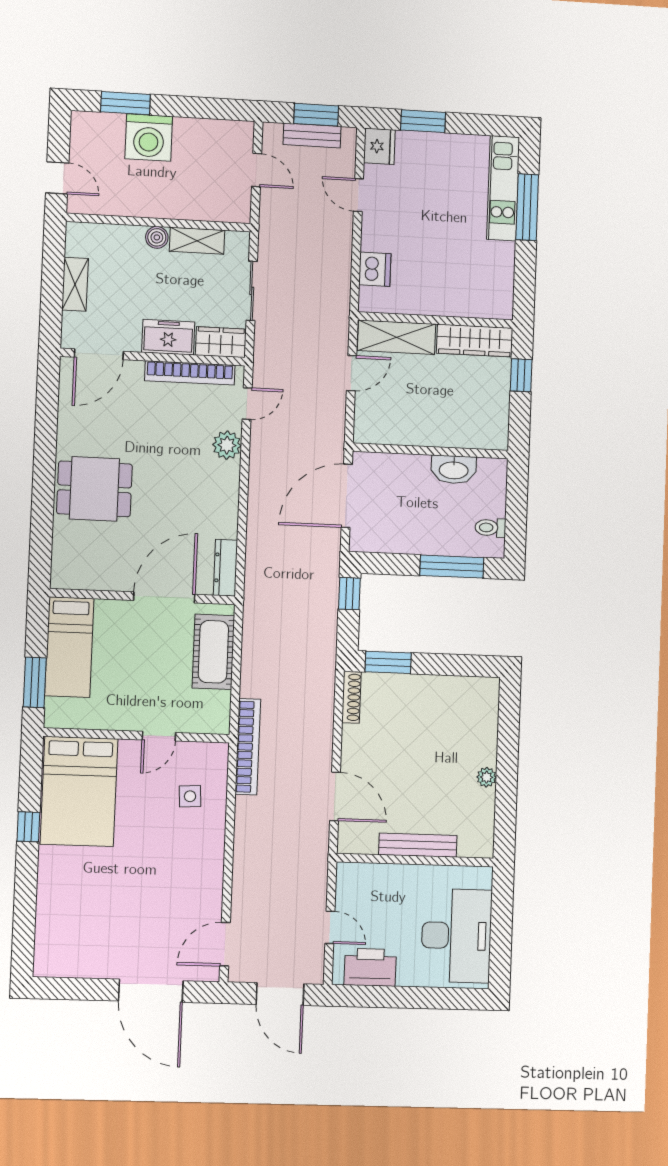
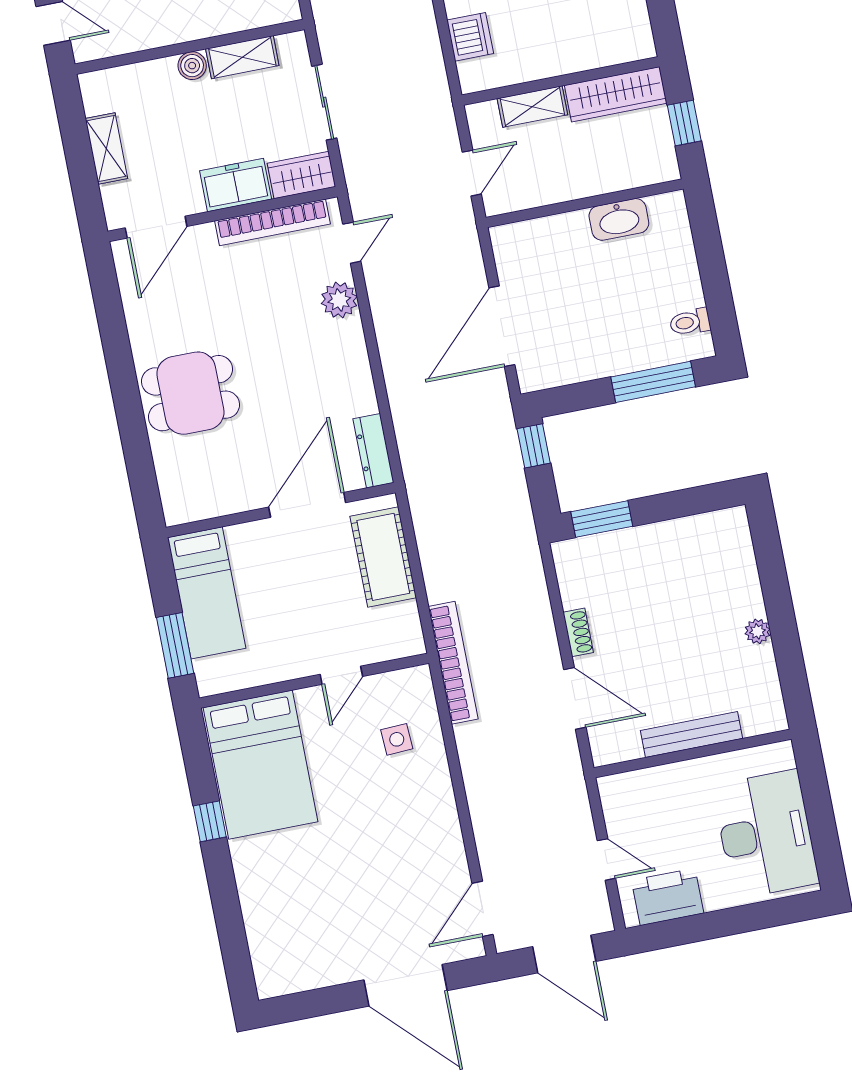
shelving: (397, 337) -> (532, 107), width x0.67, depth x0.75
wall: (431, 451) -> (585, 203), moved
washbasin: (454, 470) -> (619, 219), moved
shoe rack: (352, 697) -> (578, 632), moved, width x0.70

